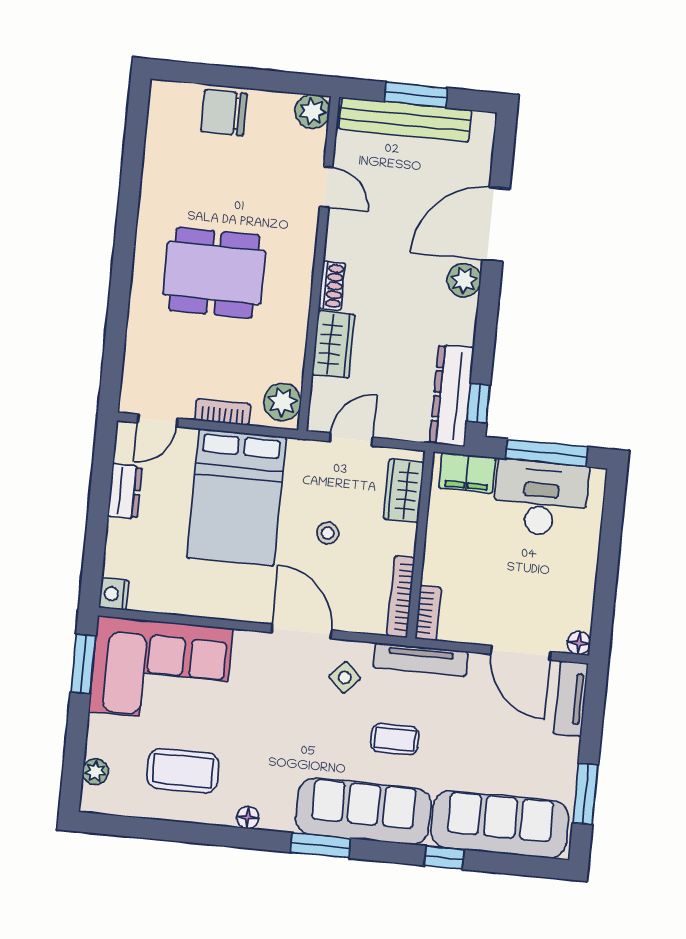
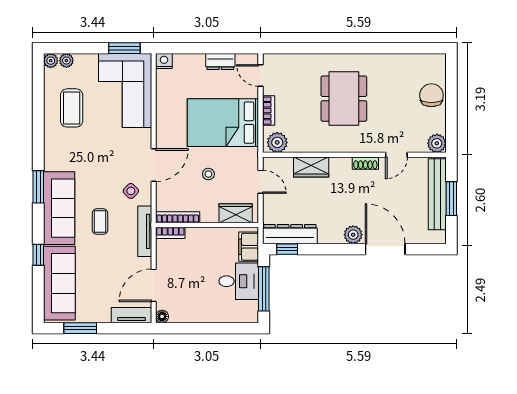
shoe rack: (332, 286) -> (365, 163), moved
desk: (541, 498) -> (239, 281), width x0.73
plant: (93, 800) -> (51, 61), added
floor lamp: (248, 817) -> (50, 146), removed

